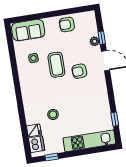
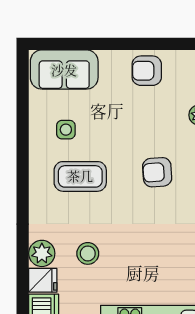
coffee table: (56, 65) -> (80, 176), moved, turned 90
plant: (31, 118) -> (42, 253), added

